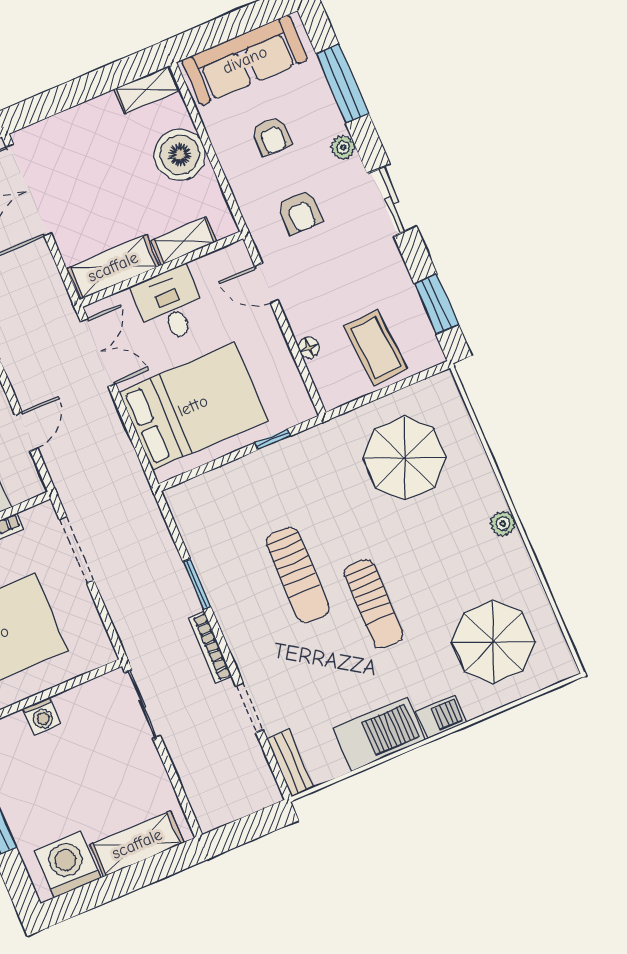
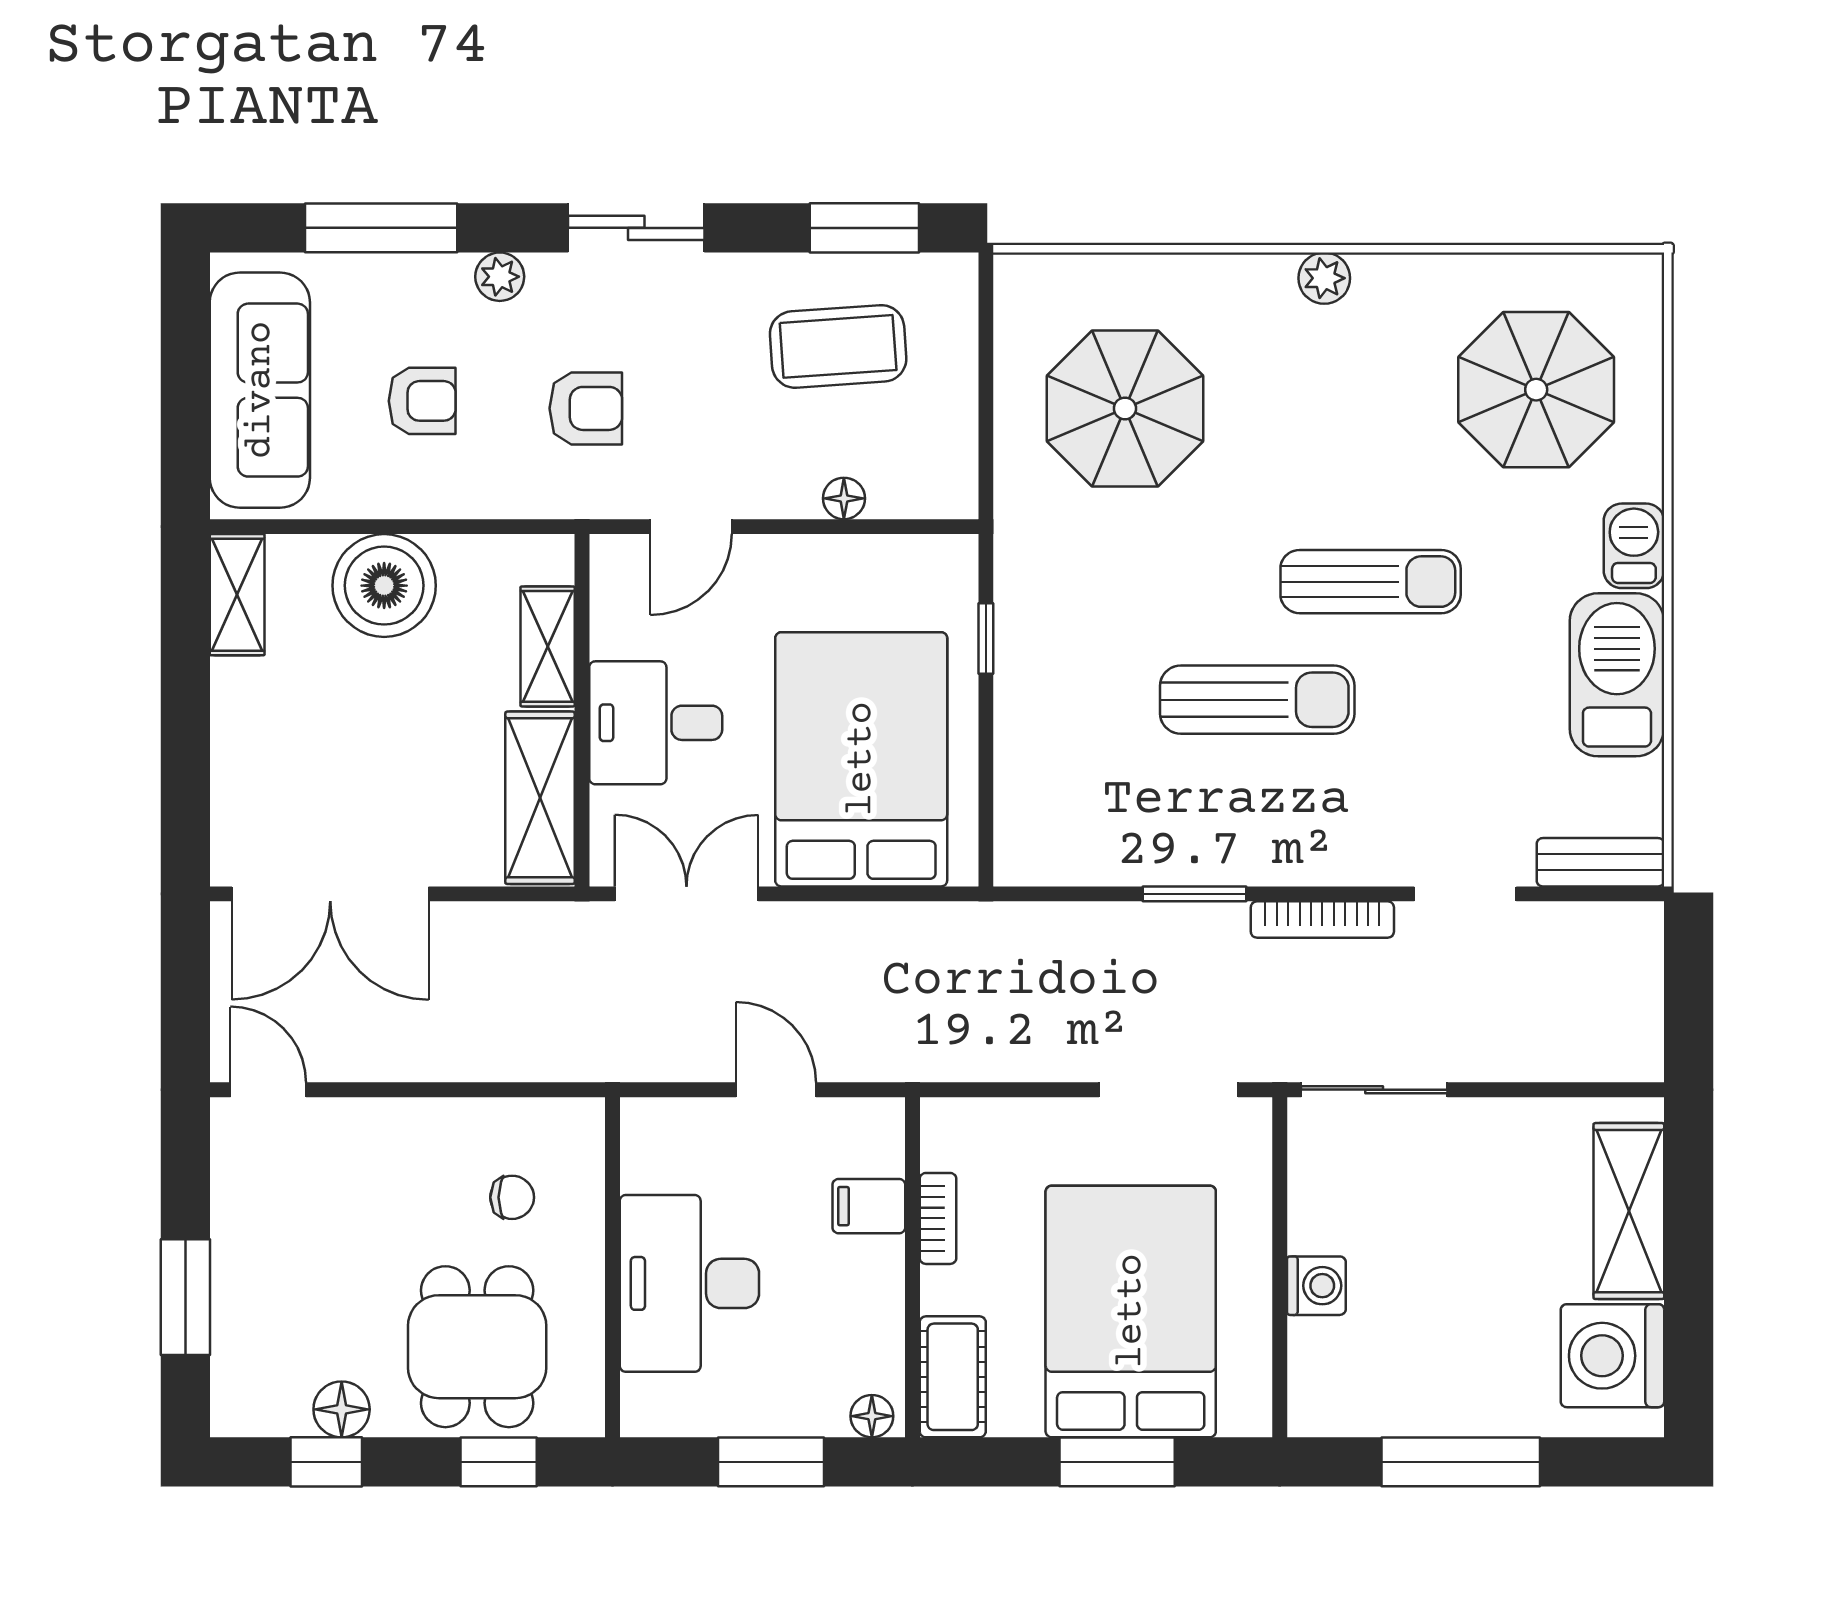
coffee table: (376, 348) -> (838, 346), moved
doorway: (77, 550) -> (1169, 1090), moved

